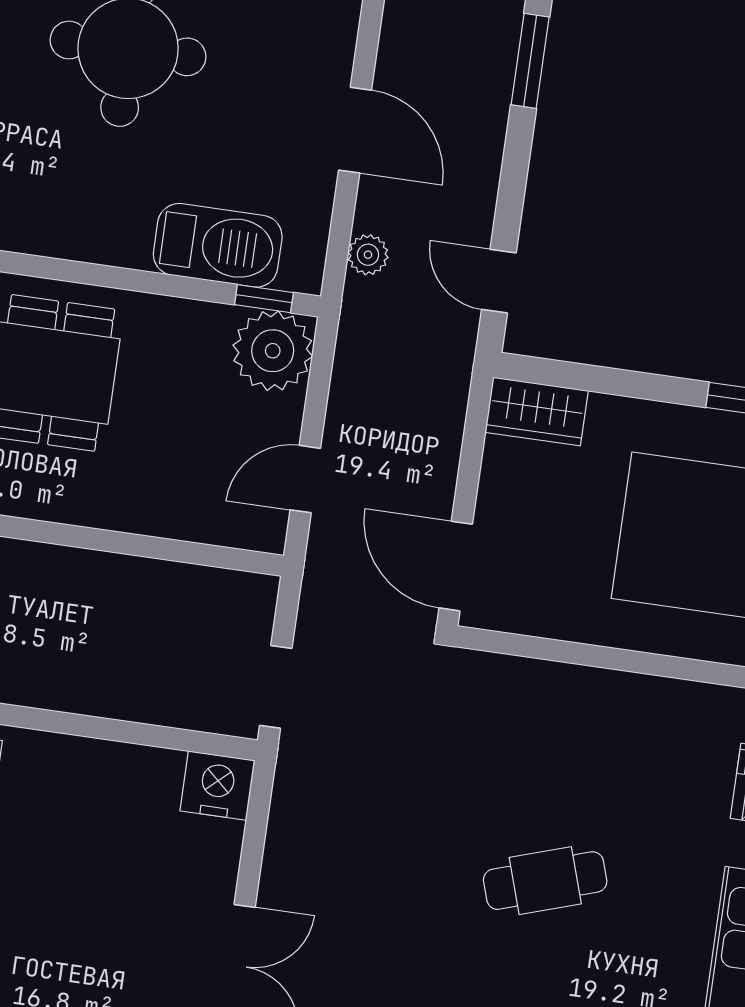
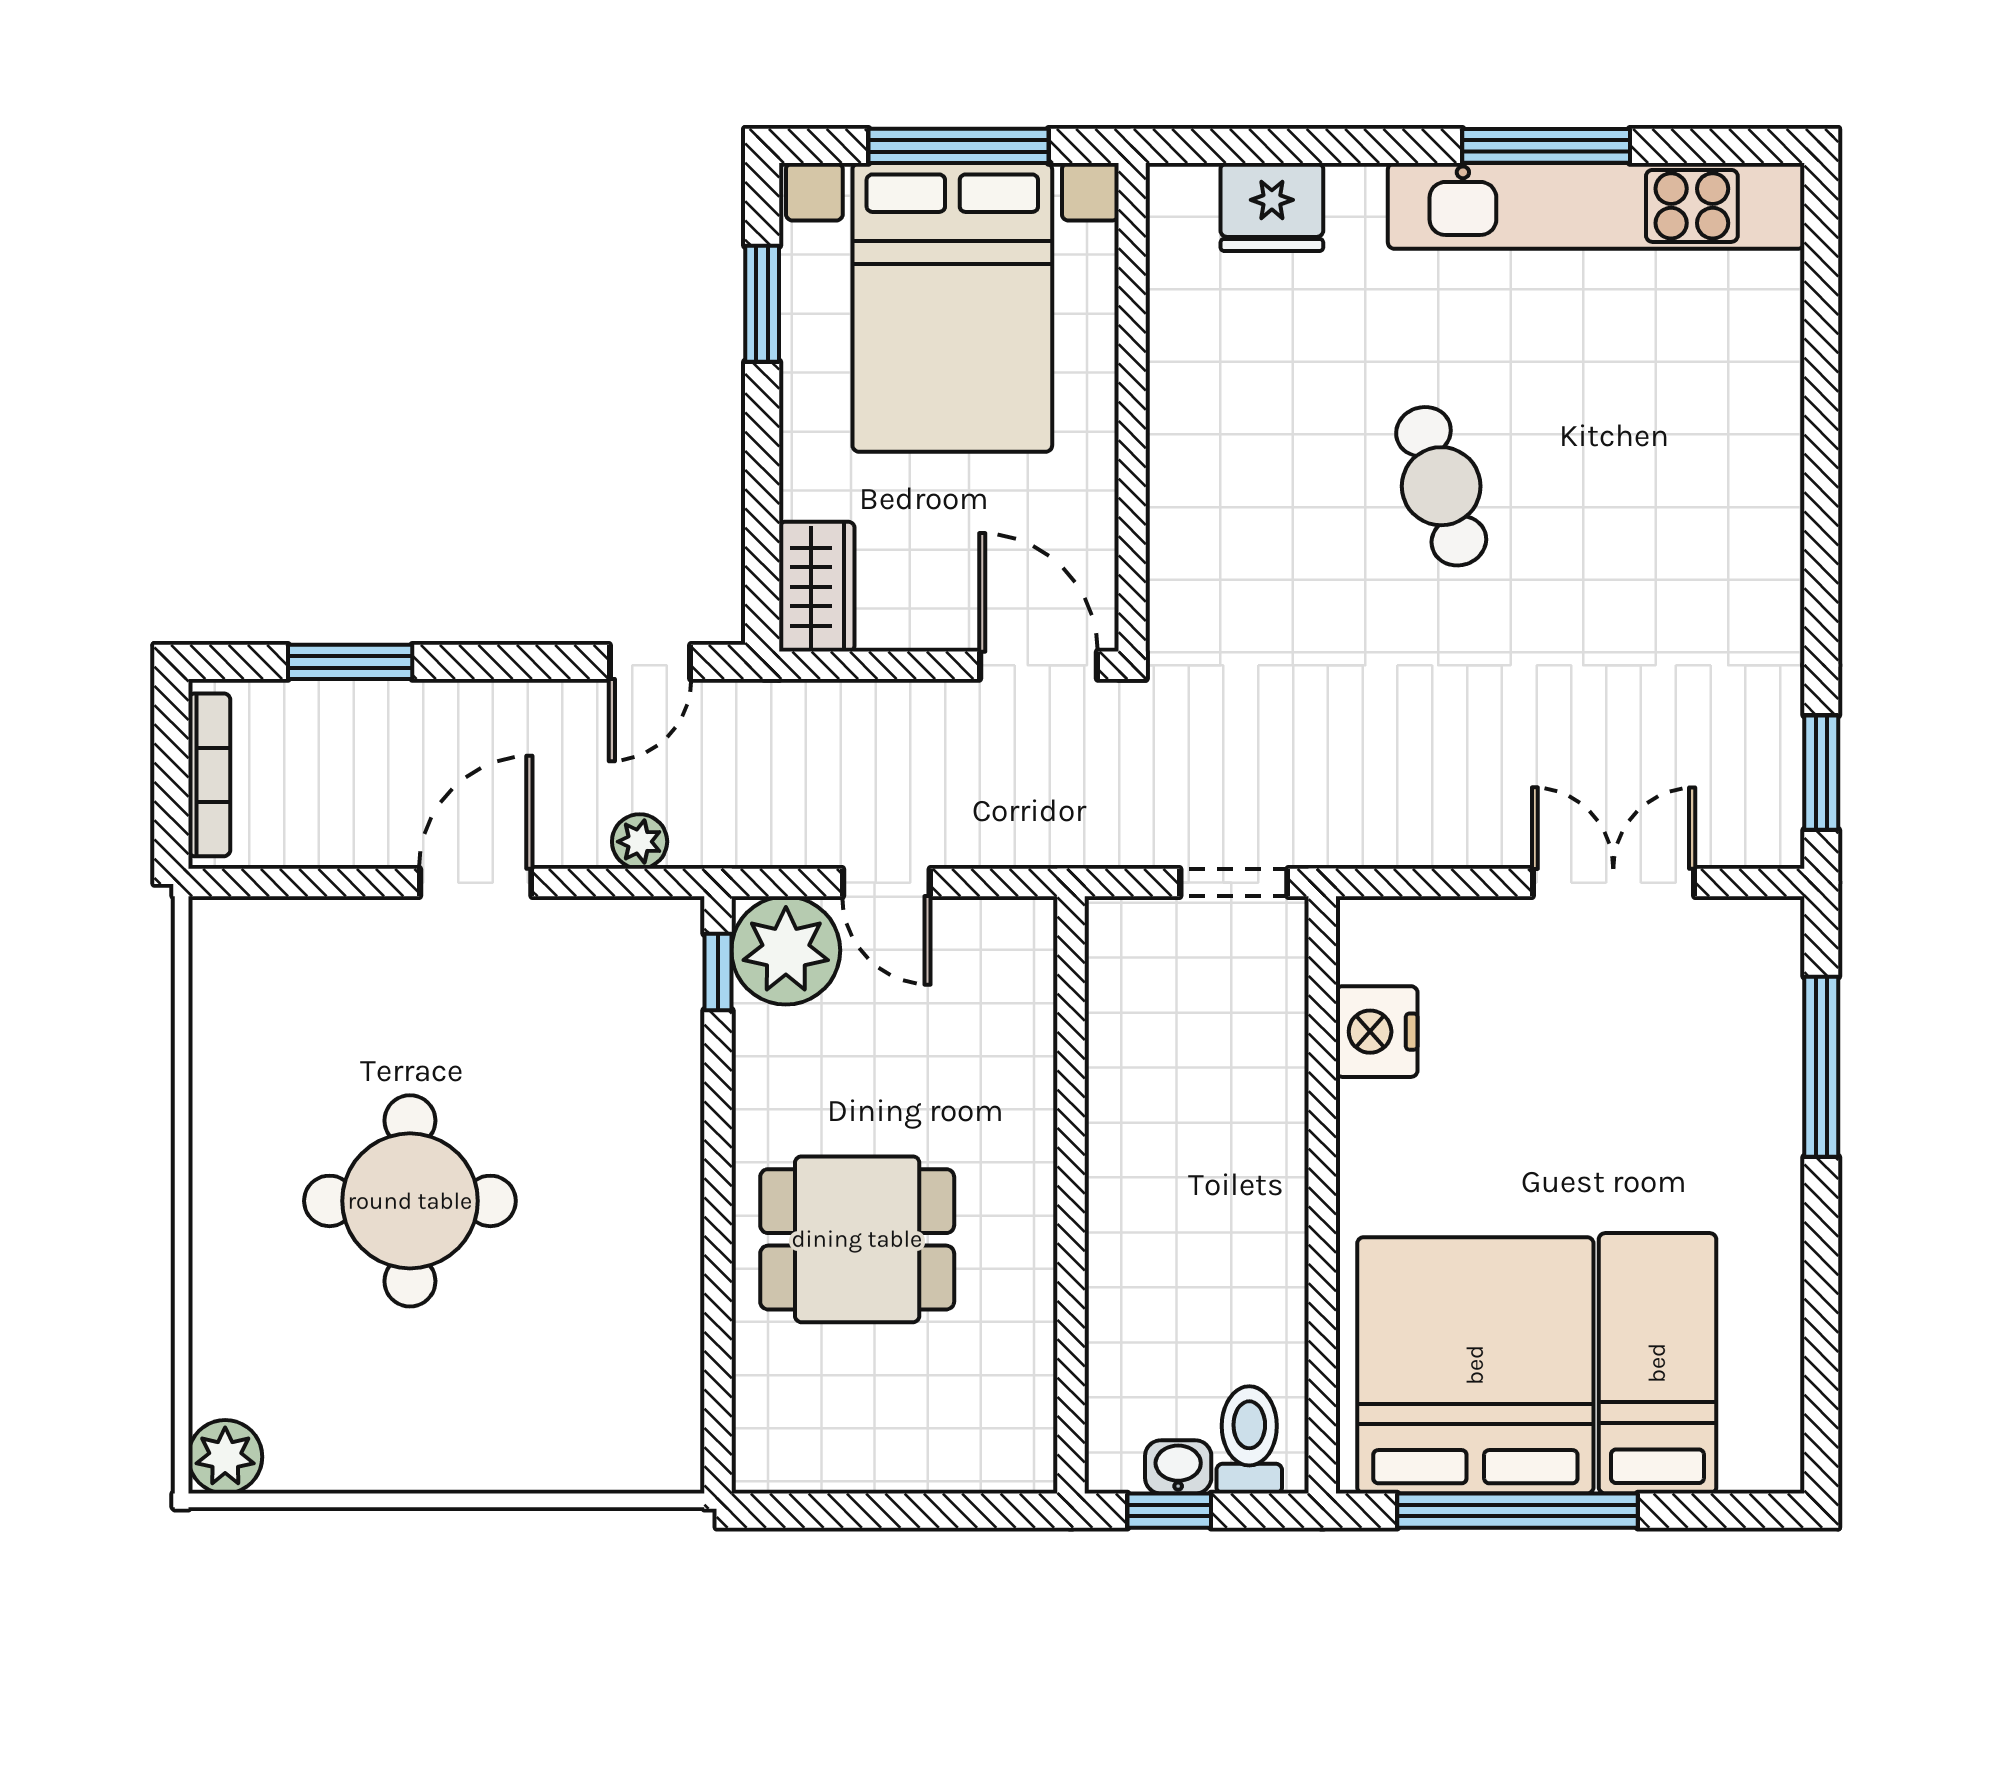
barbecue: (218, 245) -> (656, 1044), removed
door: (305, 479) -> (886, 883), moved
door: (456, 566) -> (1038, 665), swing flipped
nightstand: (217, 786) -> (1377, 1032), moved

